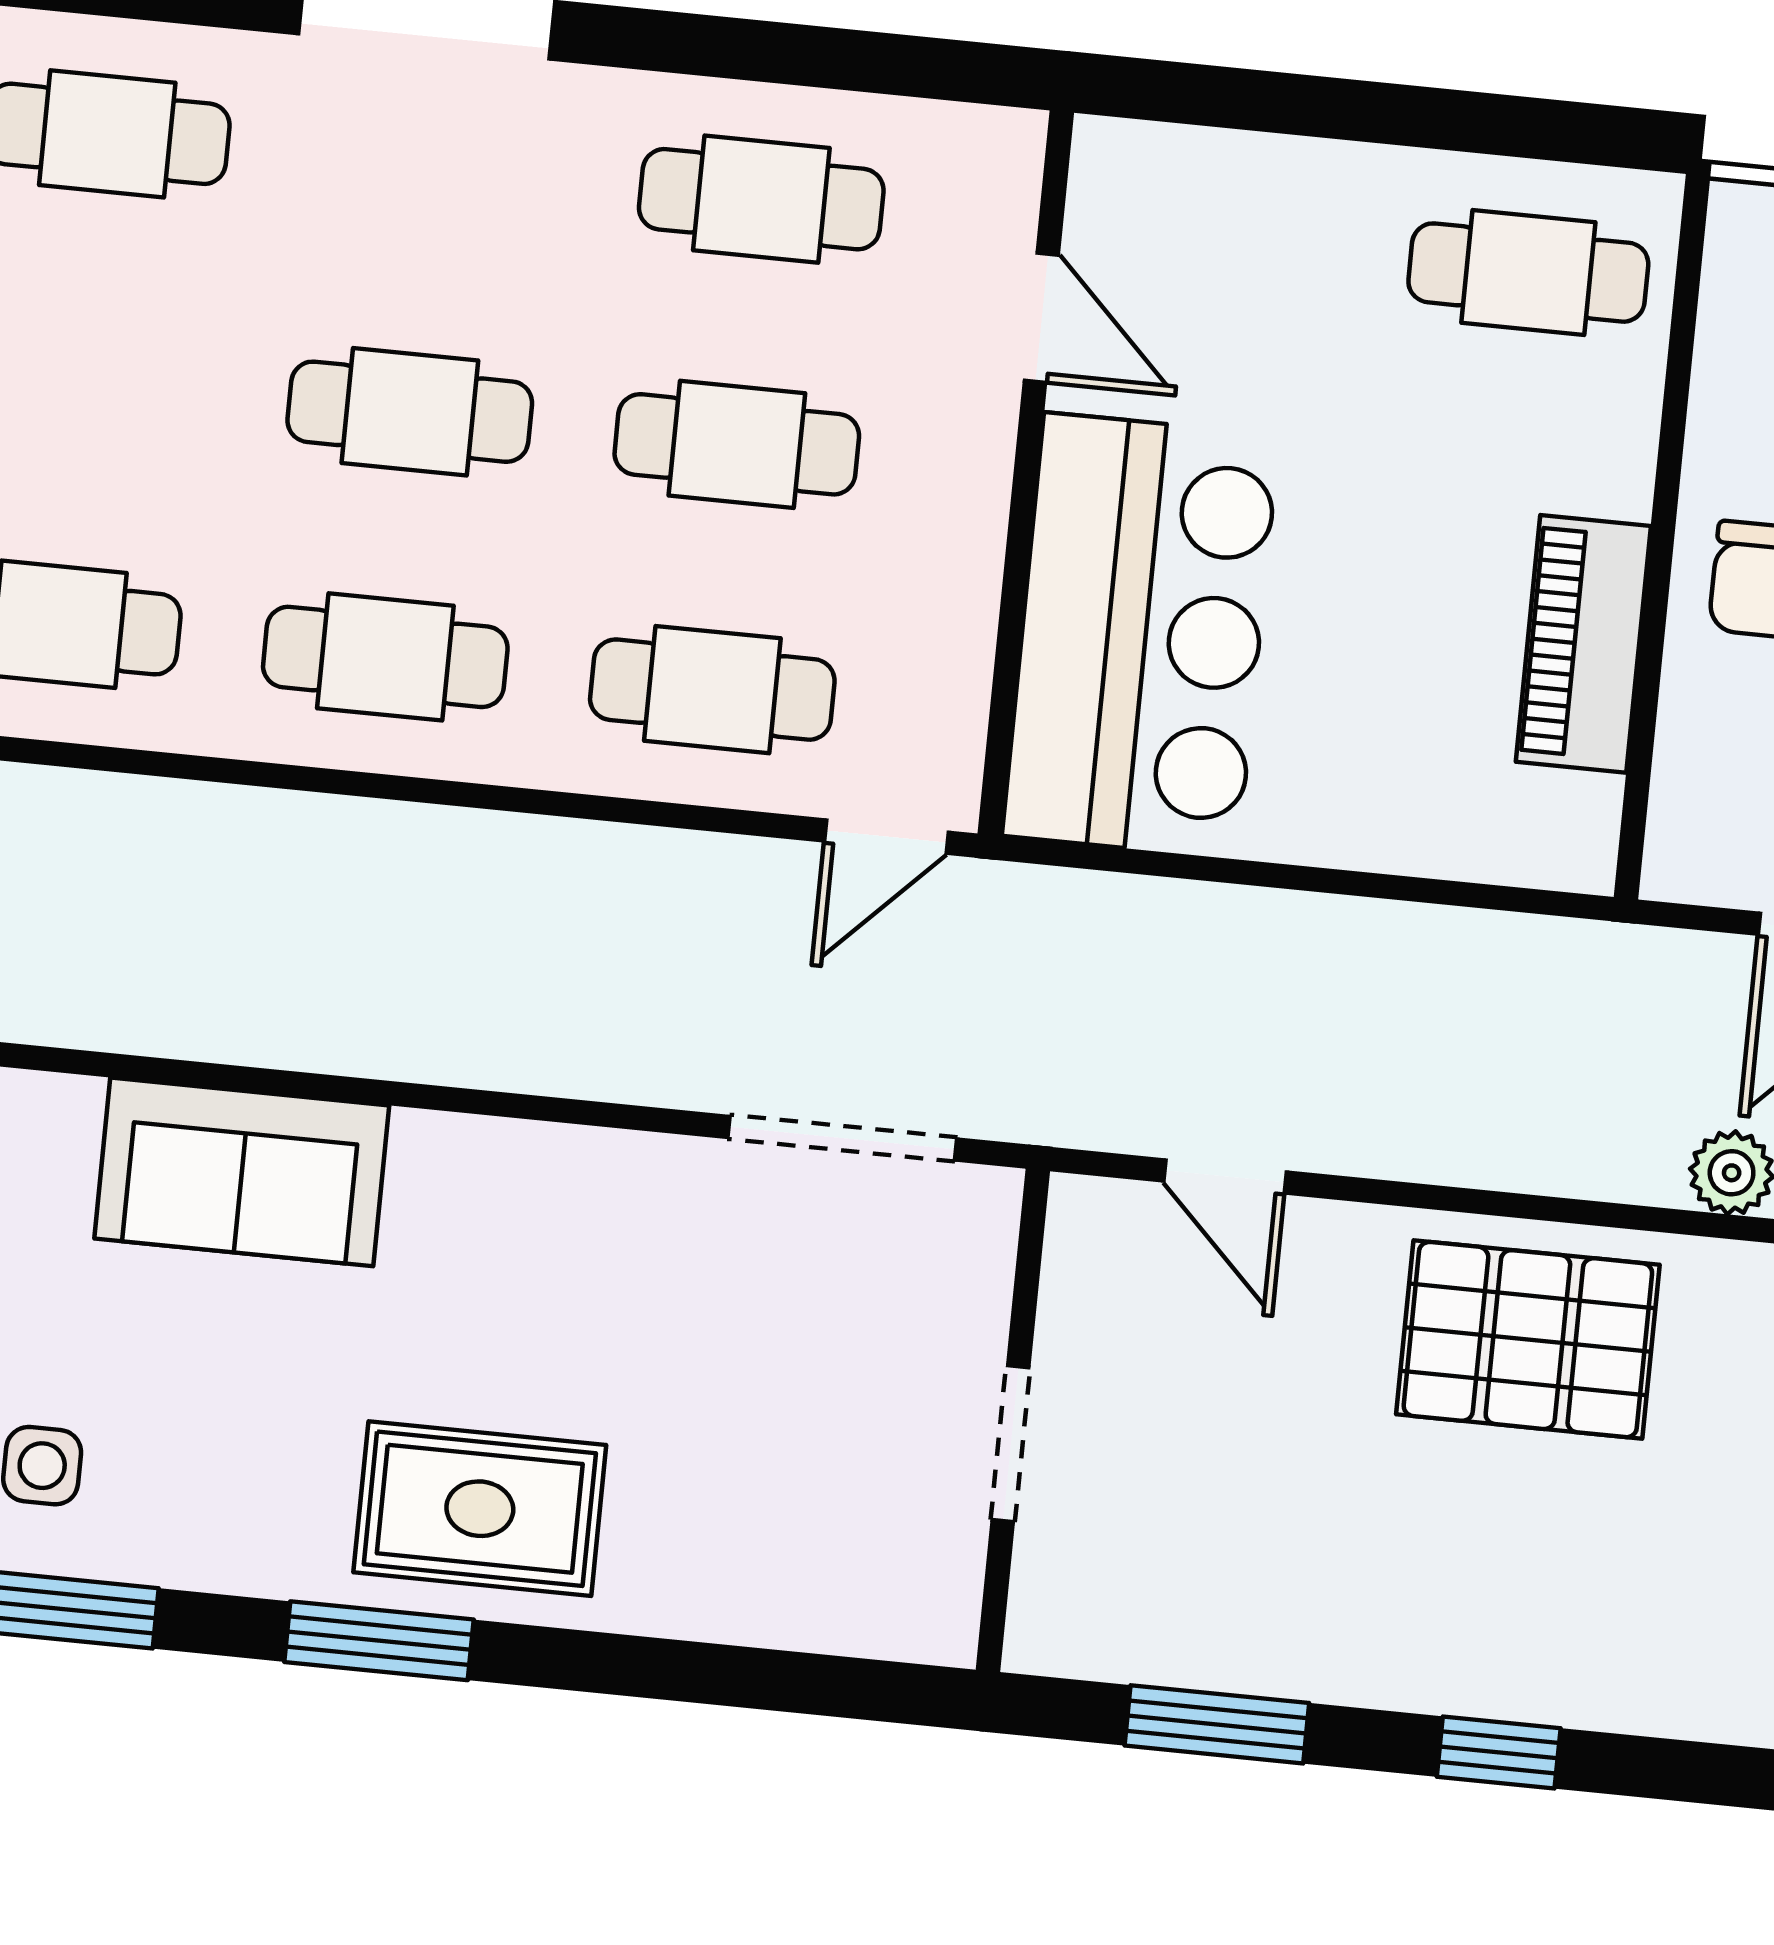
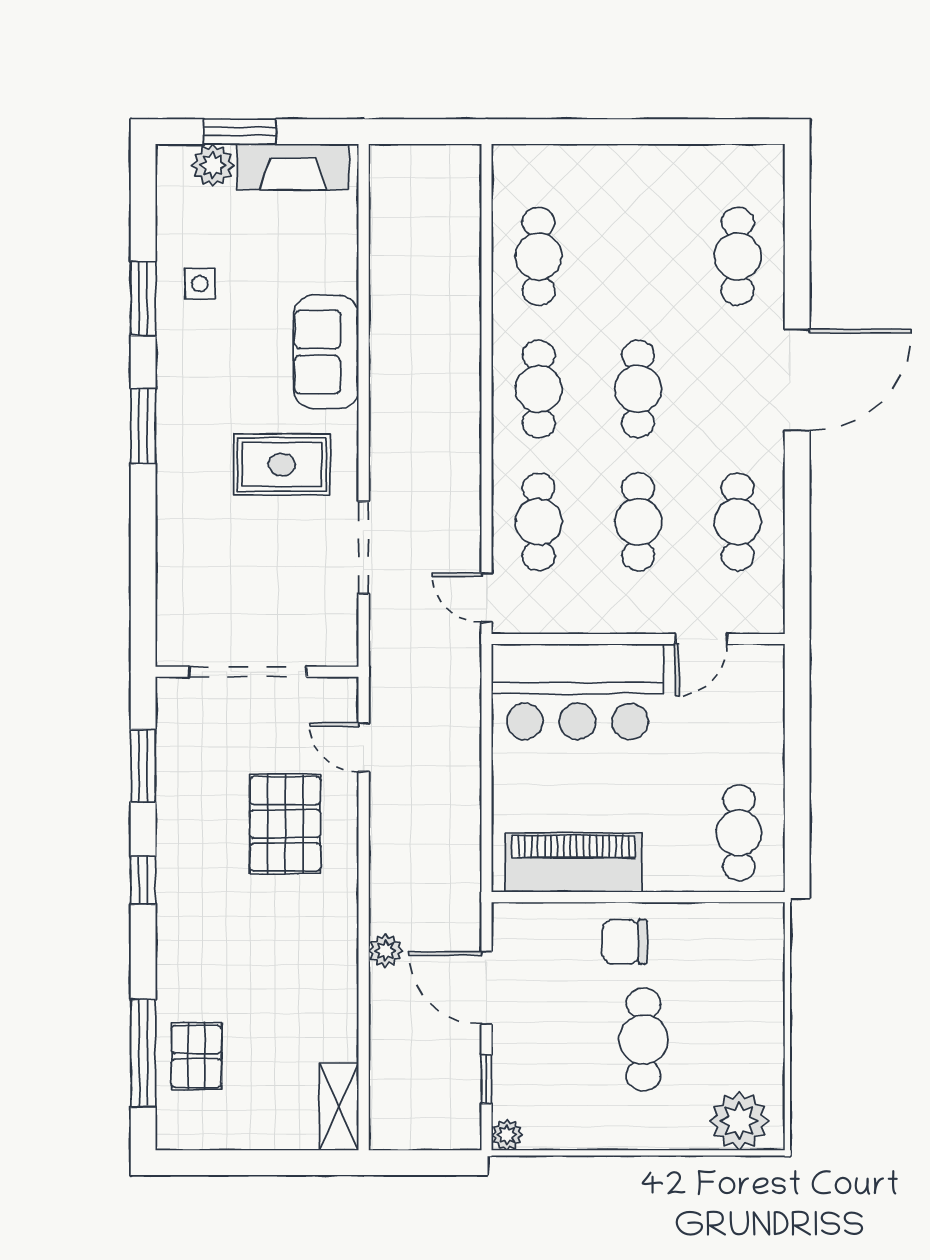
piano: (1583, 644) -> (574, 863), width x1.37, depth x1.33
doorway: (842, 1138) -> (364, 548), moved
door: (1225, 1176) -> (364, 747), hinge flipped
pallet: (1528, 1340) -> (285, 824), moved
doorway: (1011, 1444) -> (248, 672), width x1.88
rug: (480, 1509) -> (282, 465), moved, turned 90

